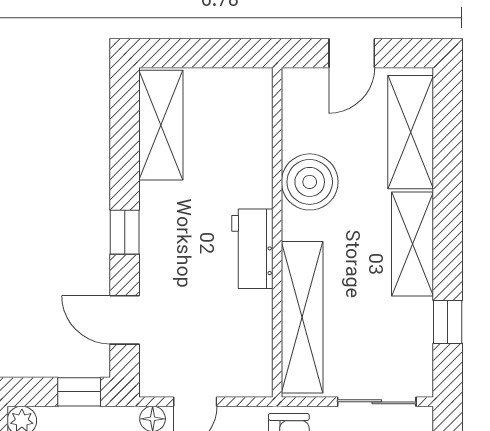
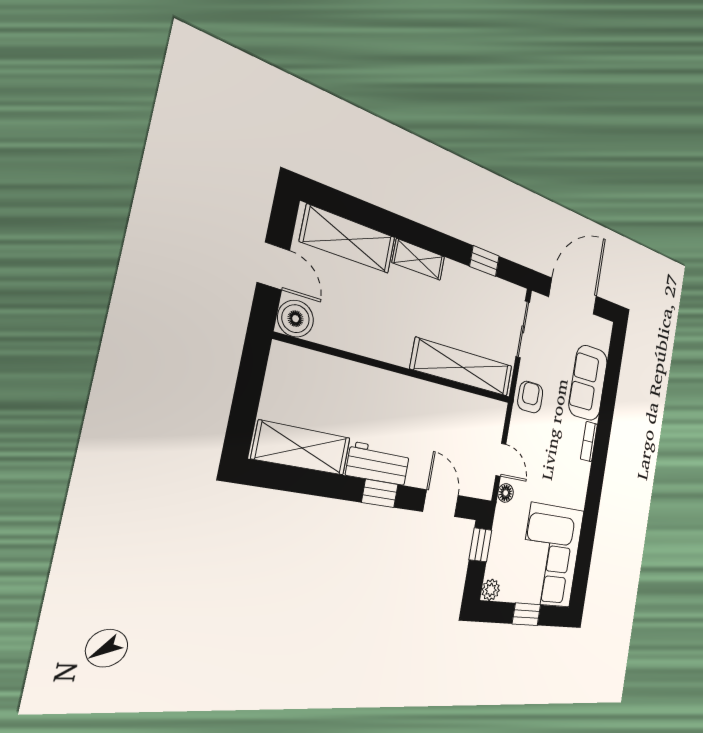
boiler: (310, 182) -> (296, 319), moved, width x0.73, depth x0.73
shelving: (412, 244) -> (419, 260), width x0.67, depth x0.75
workbench: (252, 249) -> (378, 464), moved, turned 180
door: (125, 320) -> (441, 503), swing flipped

